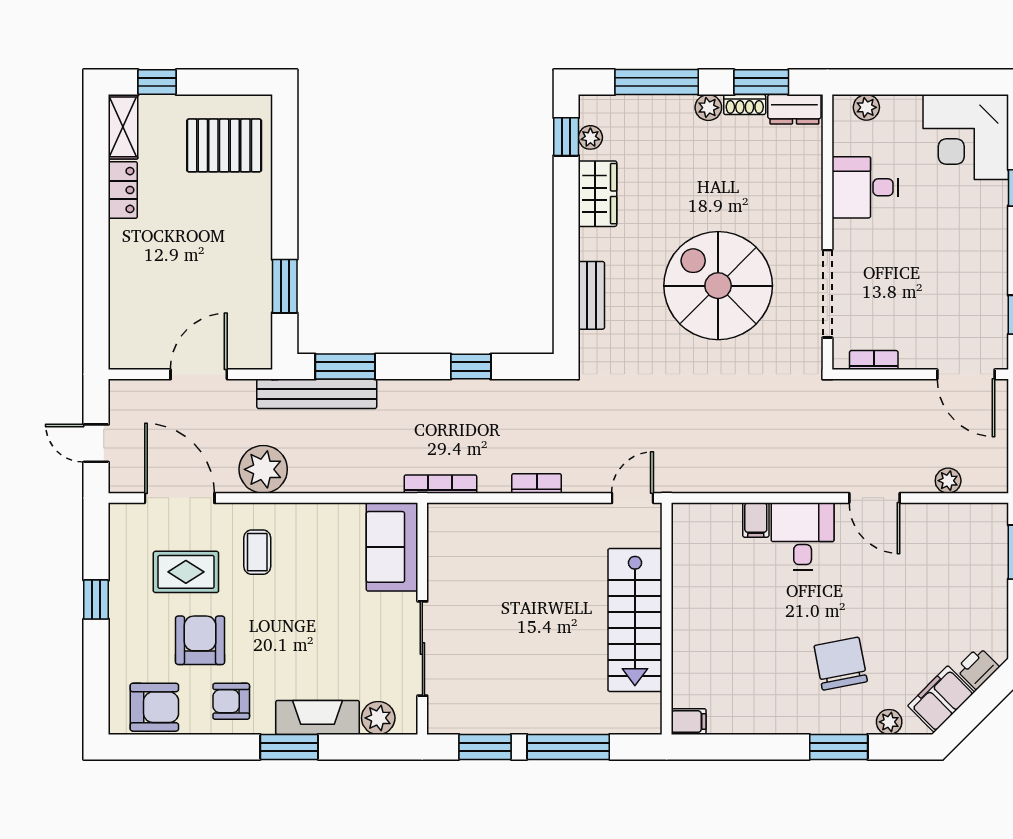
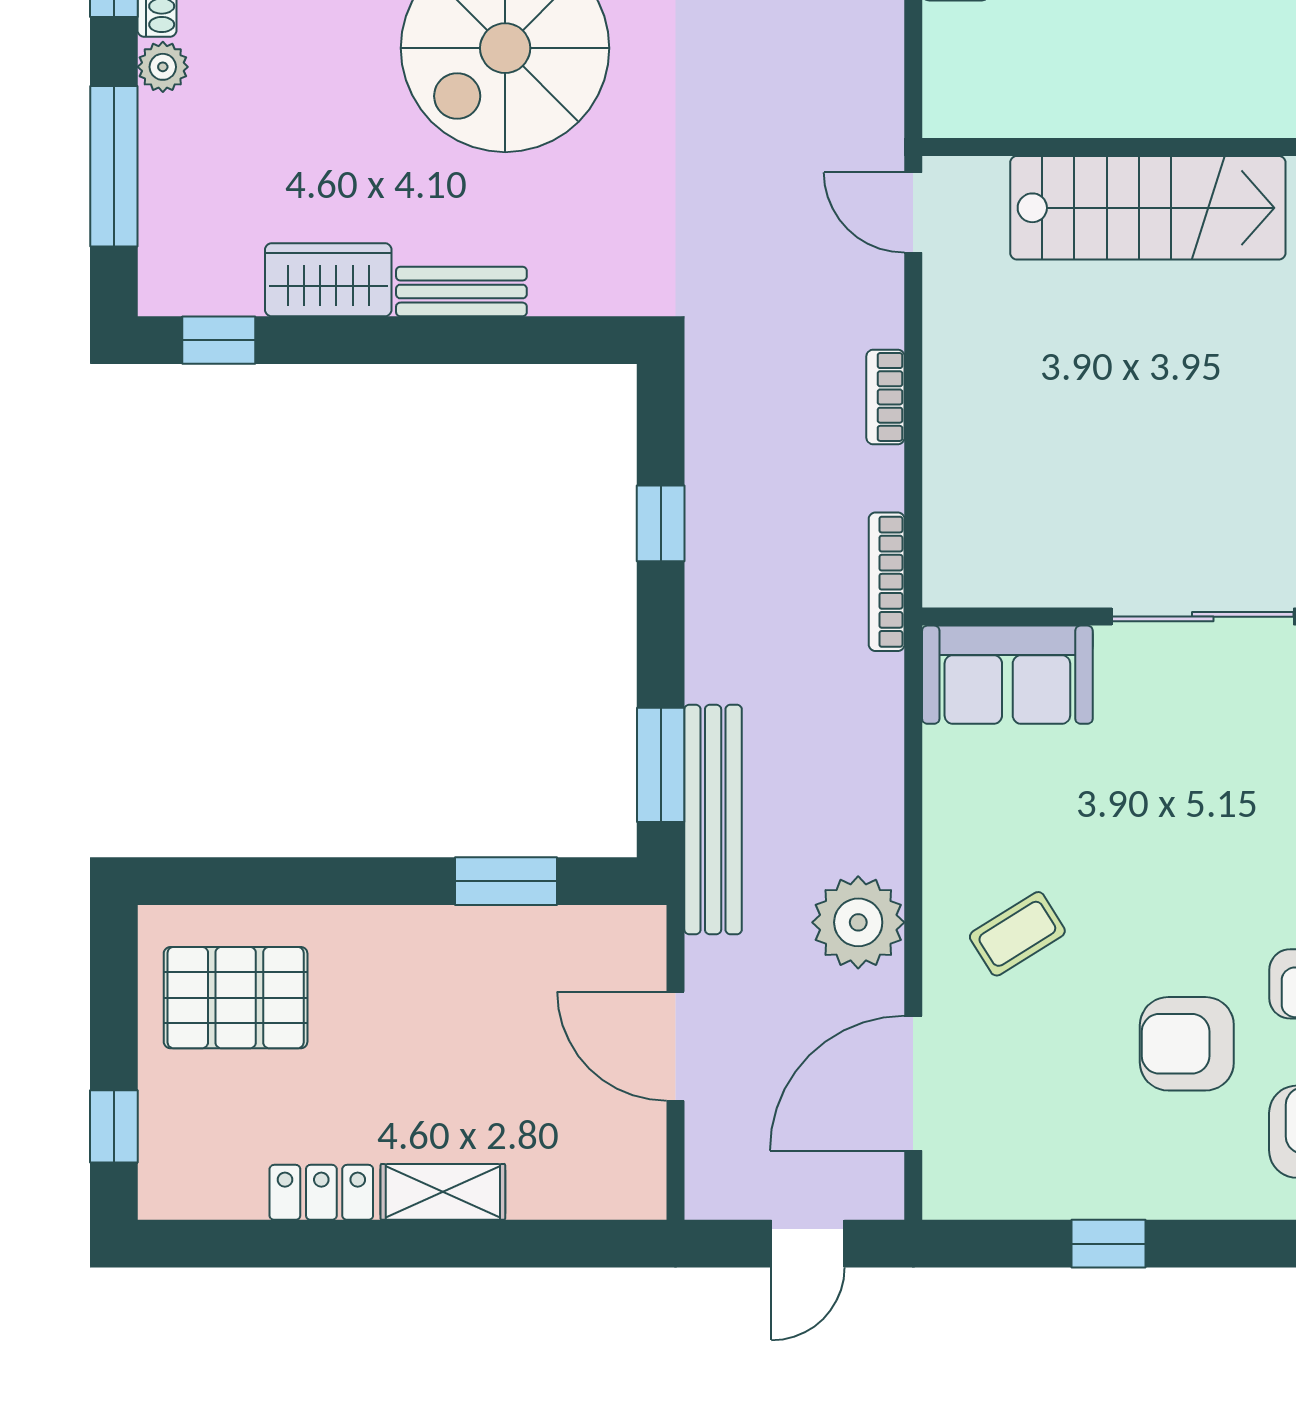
shelving: (123, 127) -> (443, 1192), moved
plant: (590, 137) -> (220, 294), removed
pallet: (224, 145) -> (236, 998), turned 90
bench: (591, 295) -> (461, 292), moved
coffee table: (257, 552) -> (1017, 934), turned -32
rug: (186, 572) -> (1055, 1071), removed

